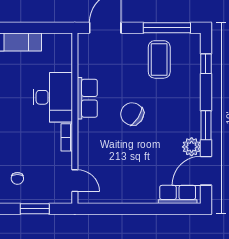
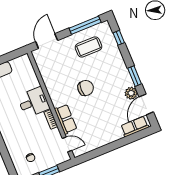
coffee table: (159, 59) -> (88, 47), turned 90
desk: (53, 97) -> (33, 102), width x0.73
row of seats: (87, 98) -> (66, 119), moved
chair: (132, 114) -> (86, 88), turned 147

